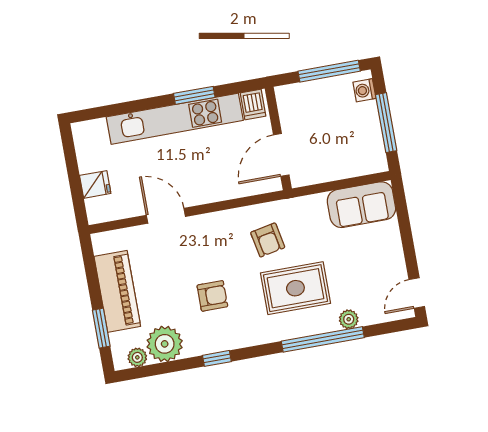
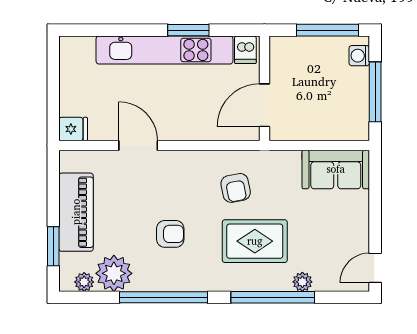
fridge: (95, 184) -> (73, 129), moved
window: (217, 358) -> (164, 297), width x3.17

